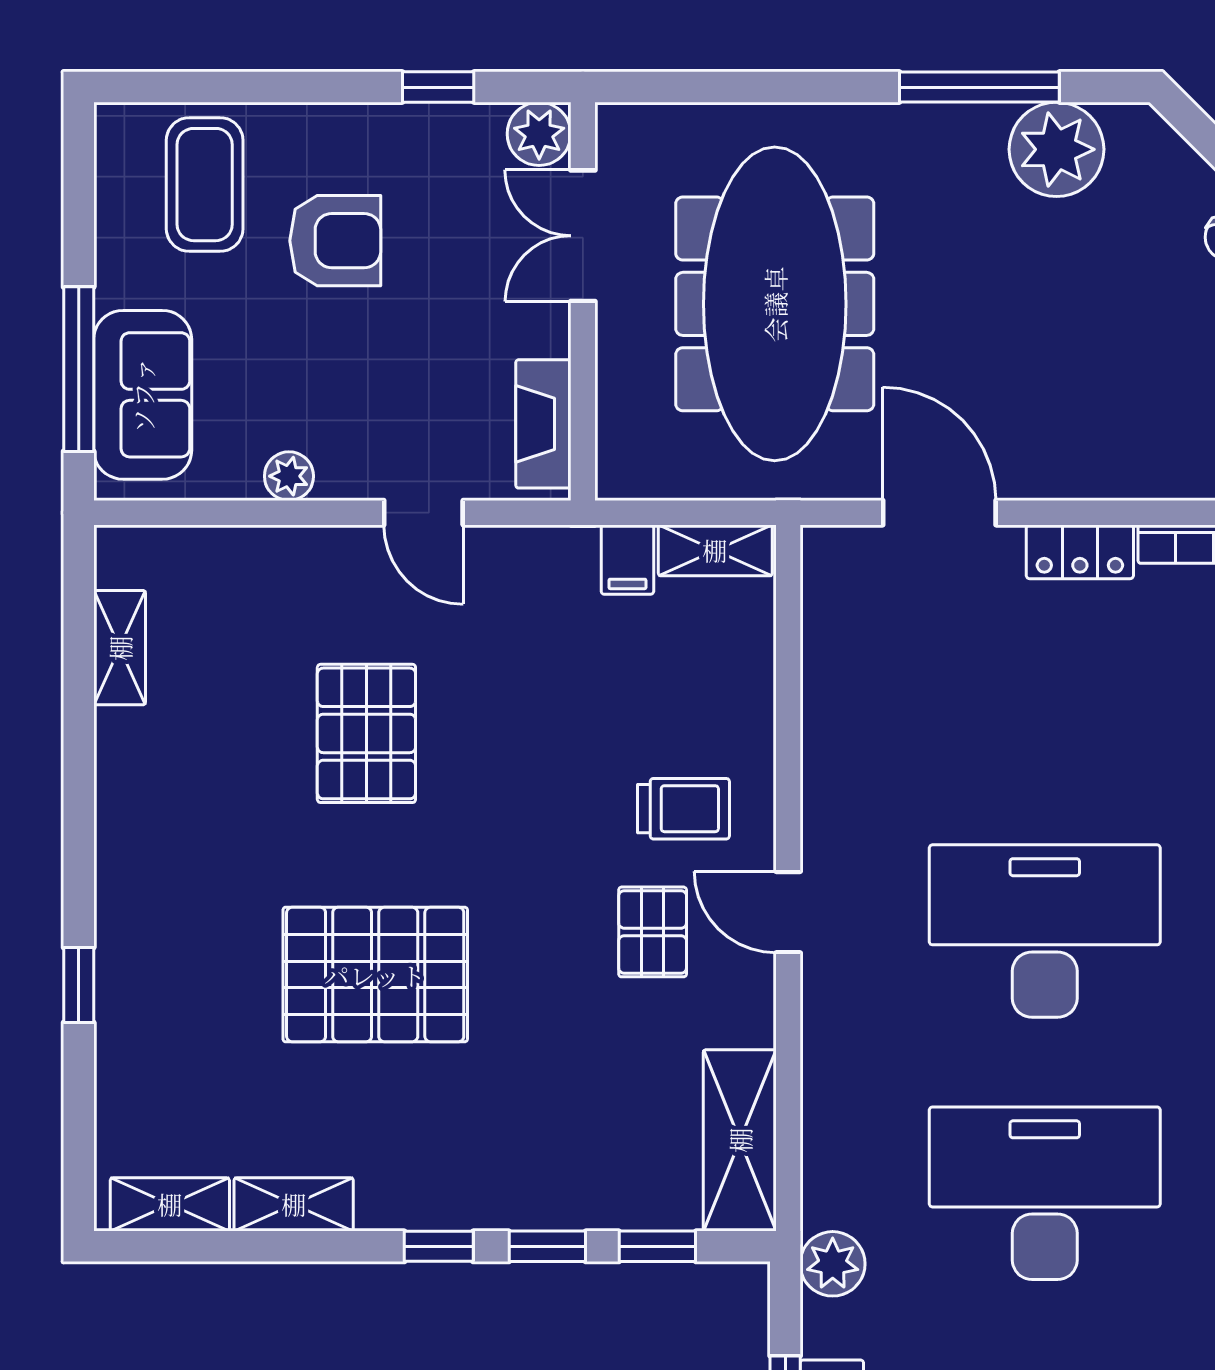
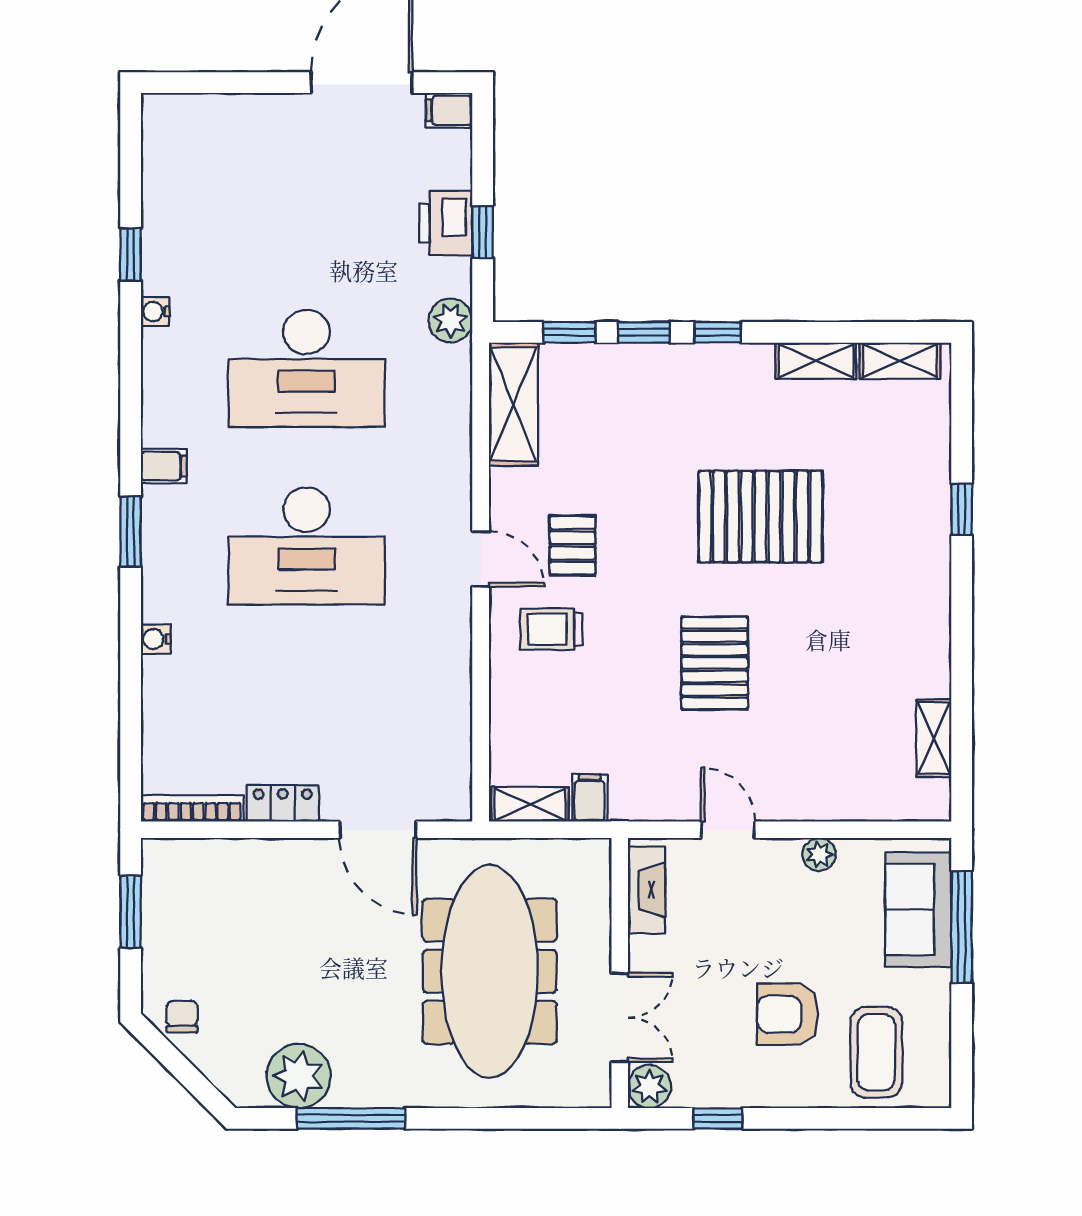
pallet: (366, 733) -> (715, 663), moved

